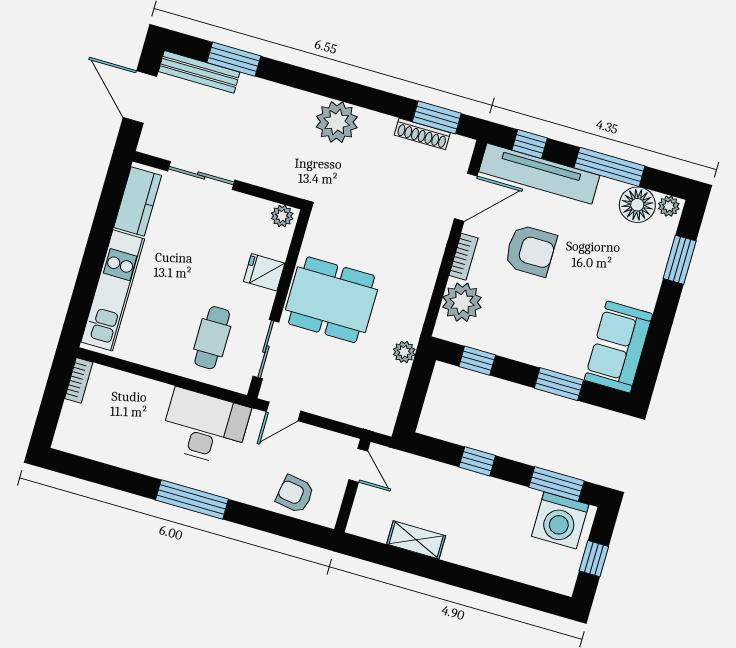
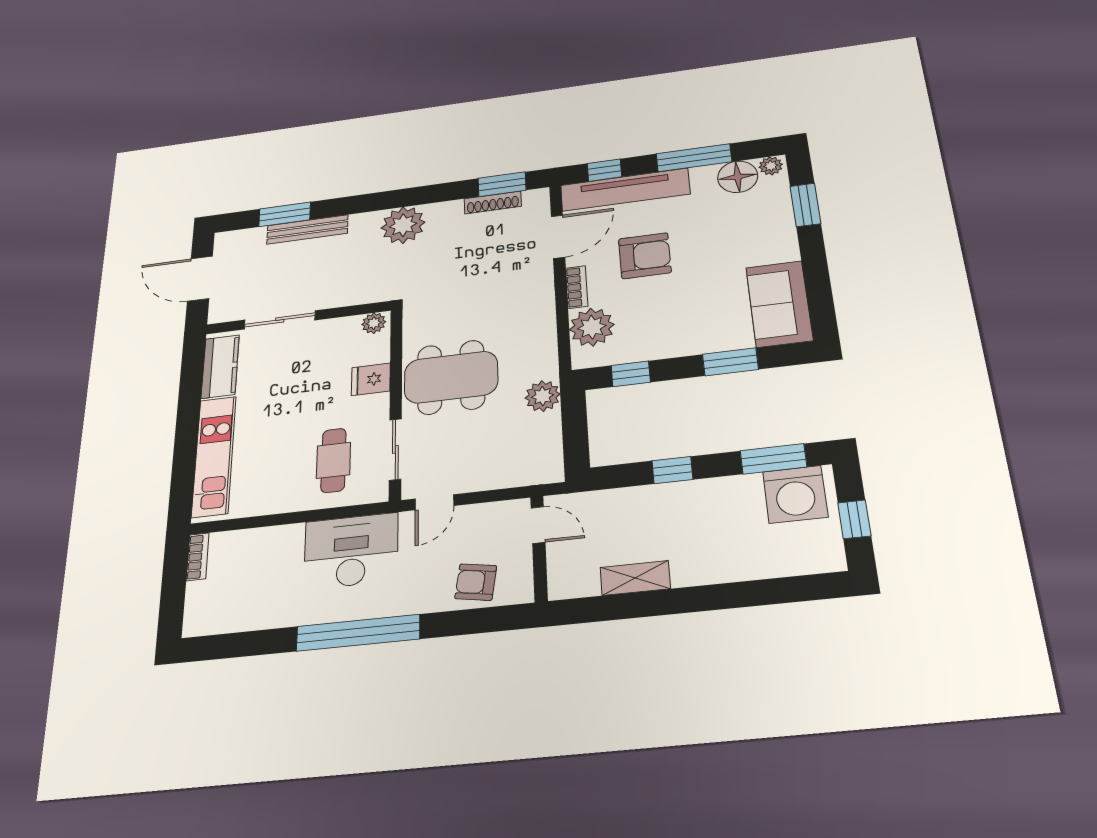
bench: (199, 72) -> (307, 229), moved
plant: (404, 352) -> (543, 396), width x1.38, depth x1.38
window: (192, 500) -> (358, 633), width x1.46

